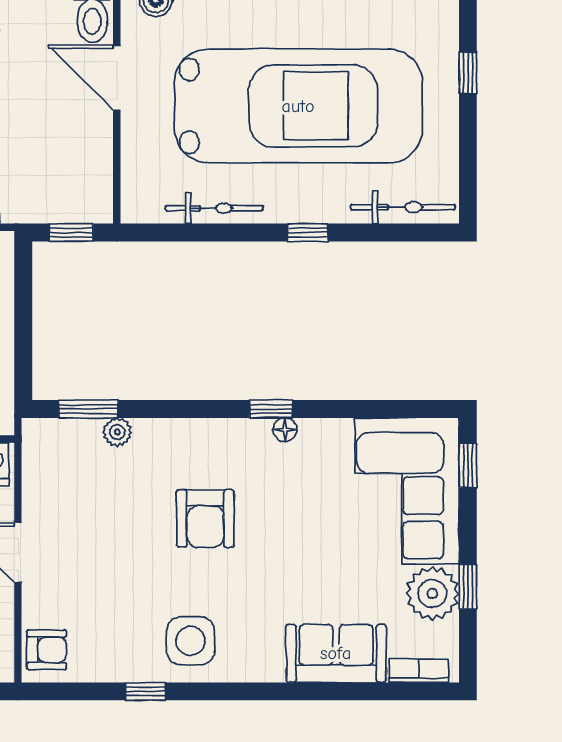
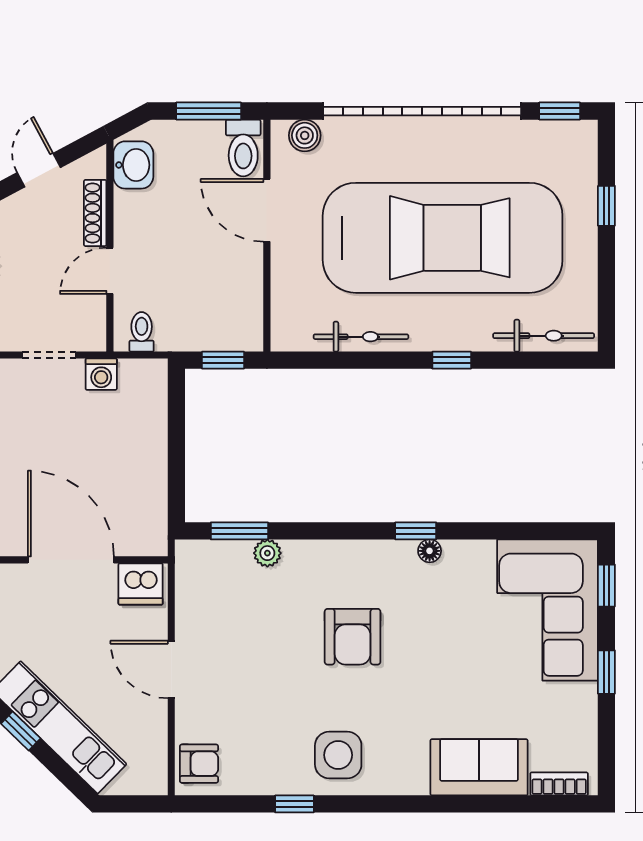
window: (468, 587) -> (606, 672), moved
plant: (432, 593) -> (572, 709), removed

